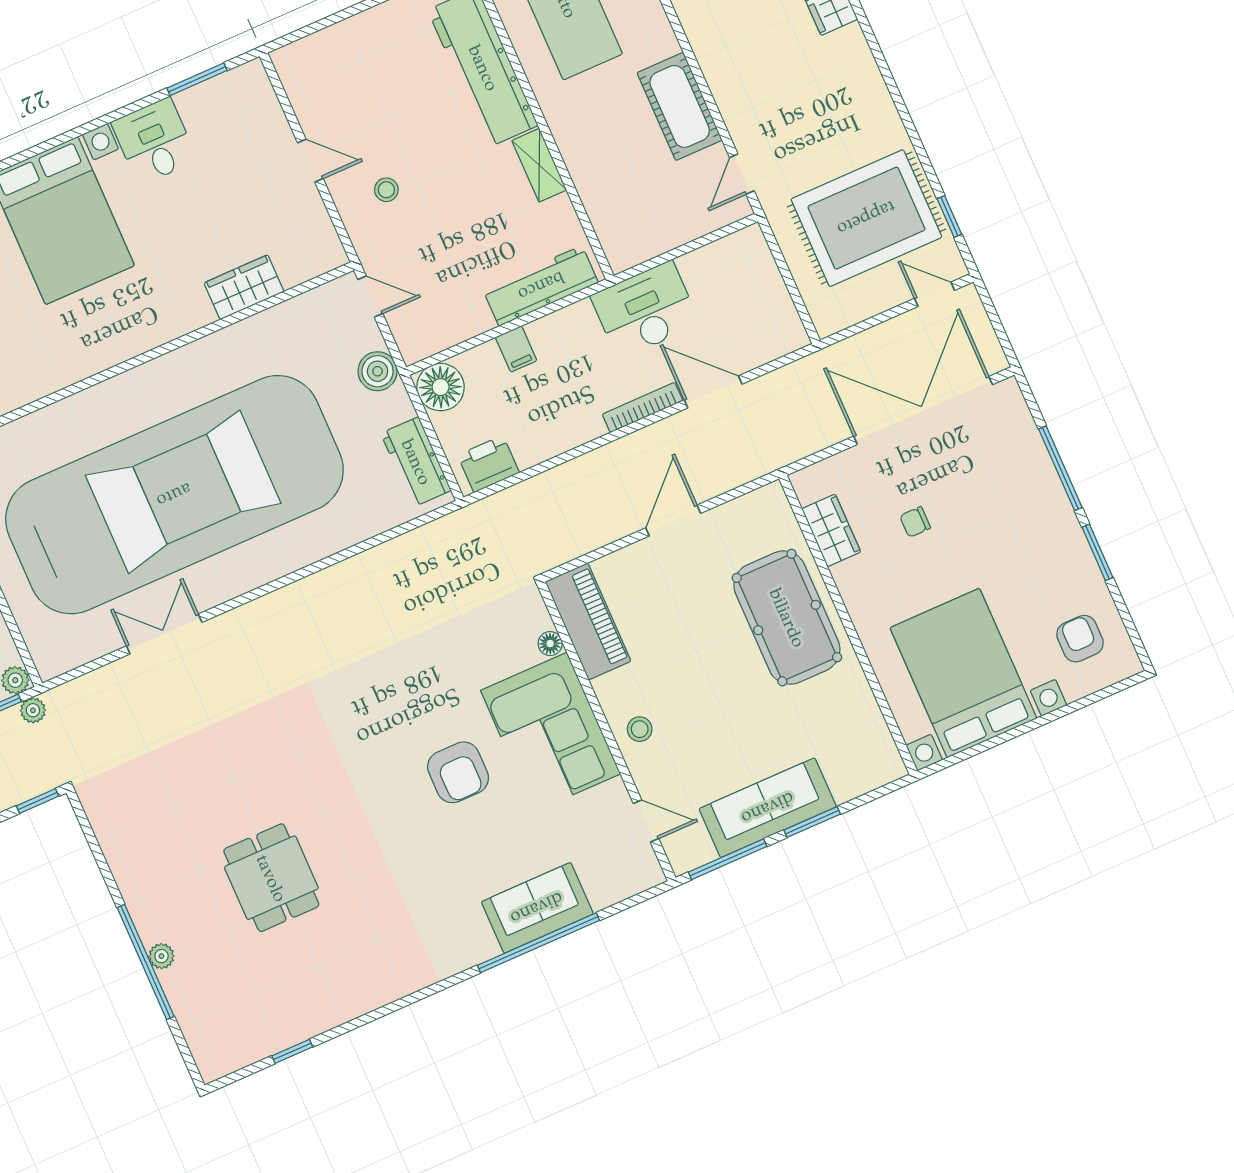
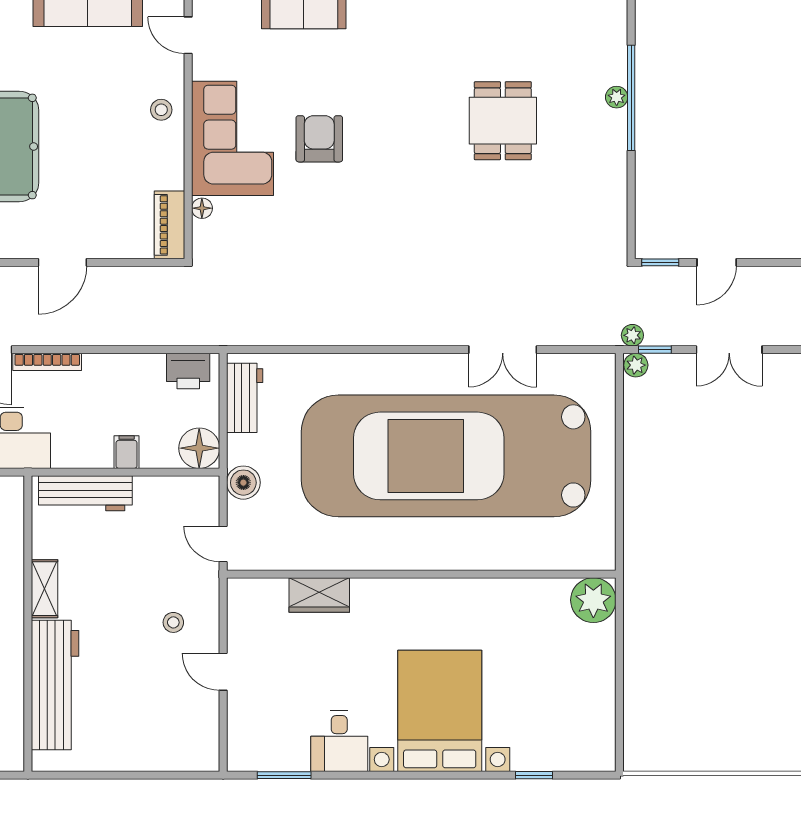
piano: (588, 621) -> (169, 225), width x0.73, depth x0.75

